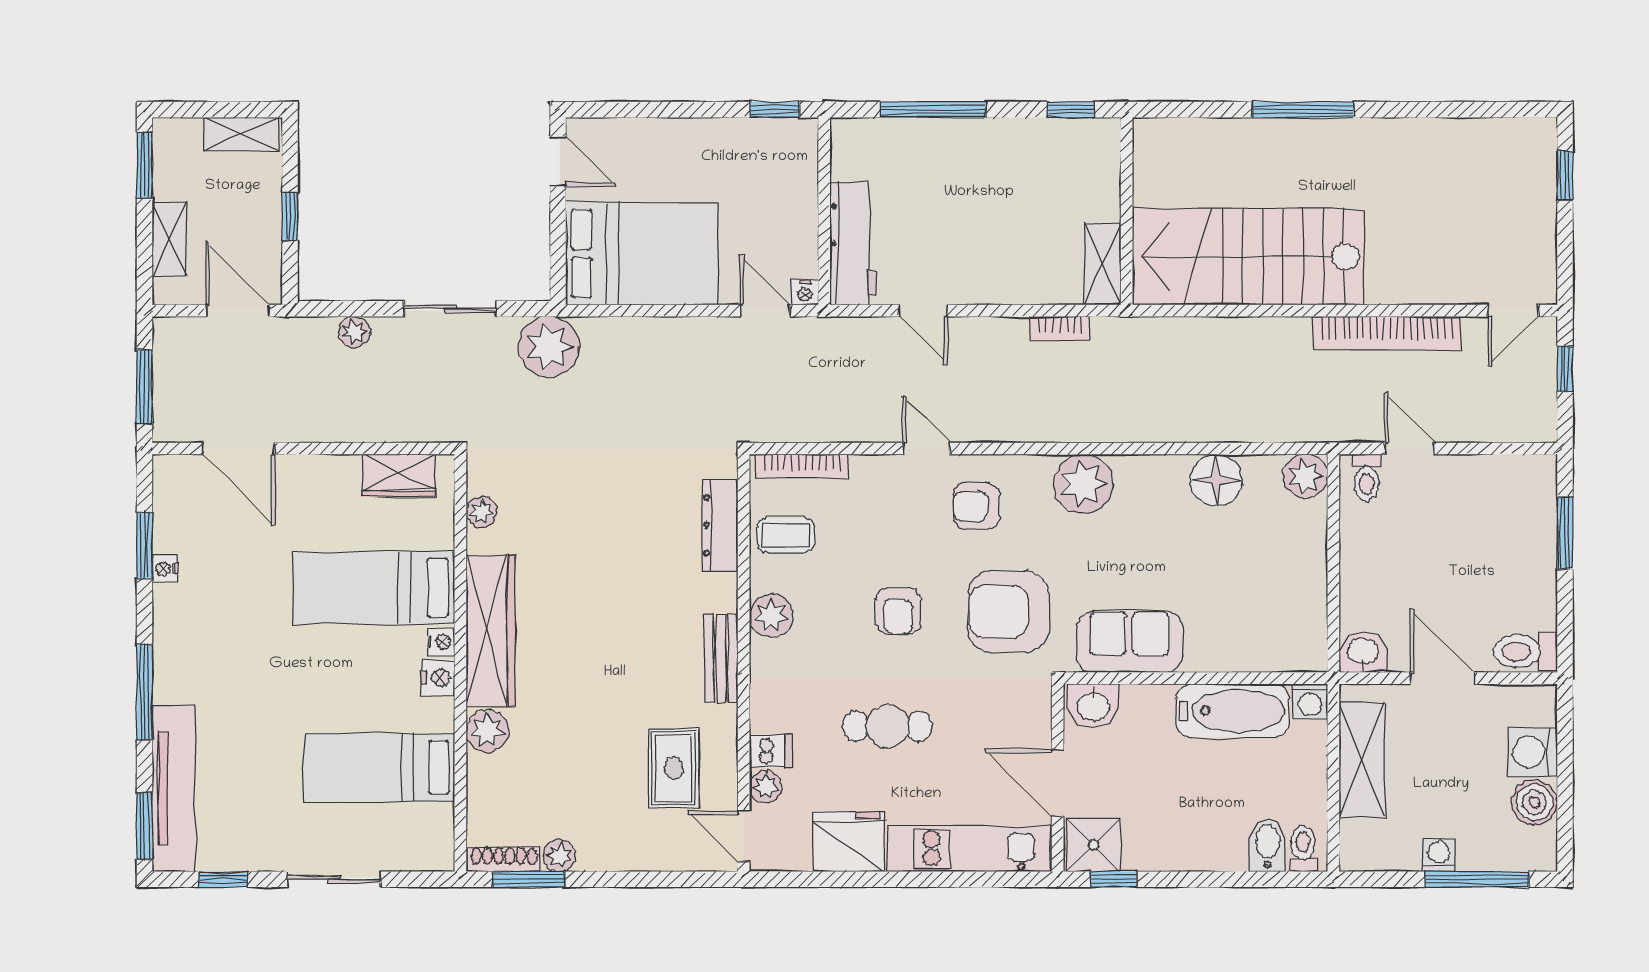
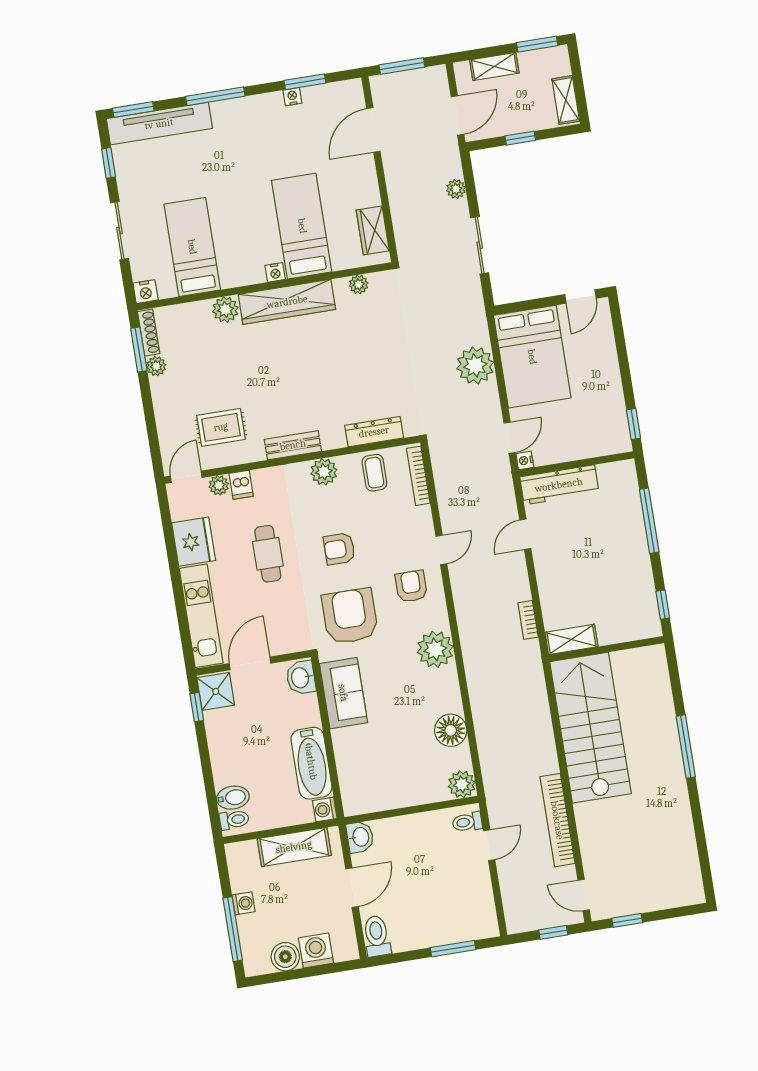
window: (1565, 175) -> (627, 920), moved
plant: (549, 347) -> (475, 366), moved
nightstand: (438, 678) -> (146, 292), moved

